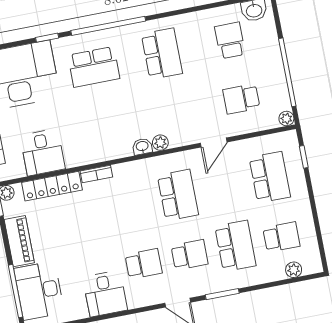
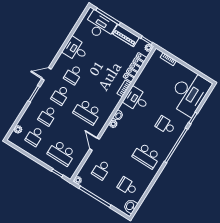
school desk: (230, 40) -> (127, 186), turned 180
school desk: (94, 67) -> (165, 125), width x0.54
school desk: (241, 99) -> (101, 170), turned 180
desk: (43, 152) -> (136, 99), moved
school desk: (235, 246) -> (48, 116), width x0.54

